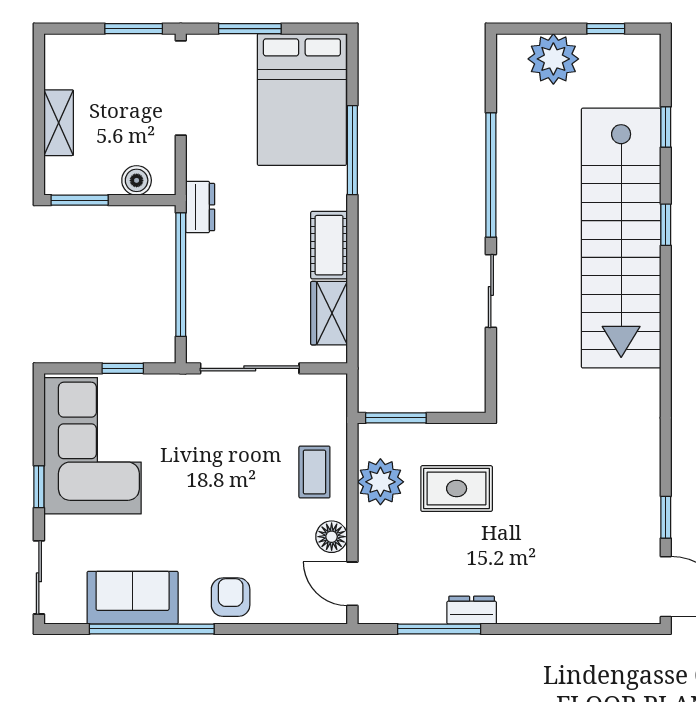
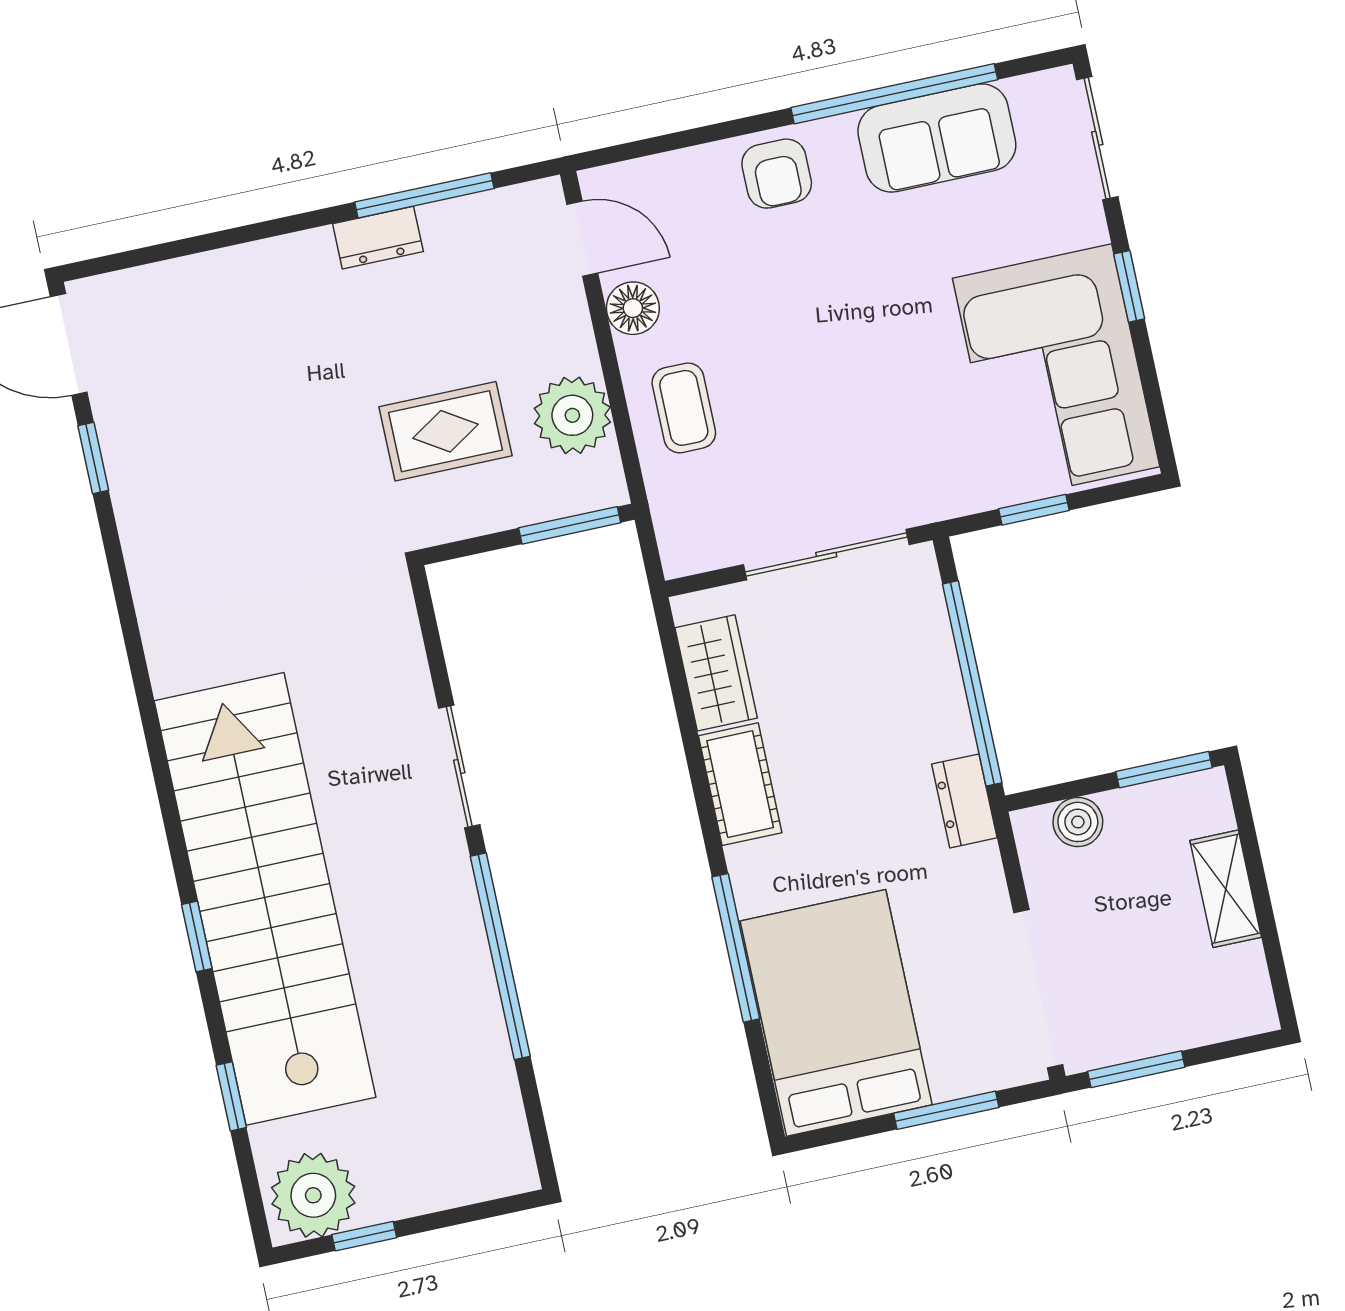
plant: (553, 59) -> (313, 1195), moved

